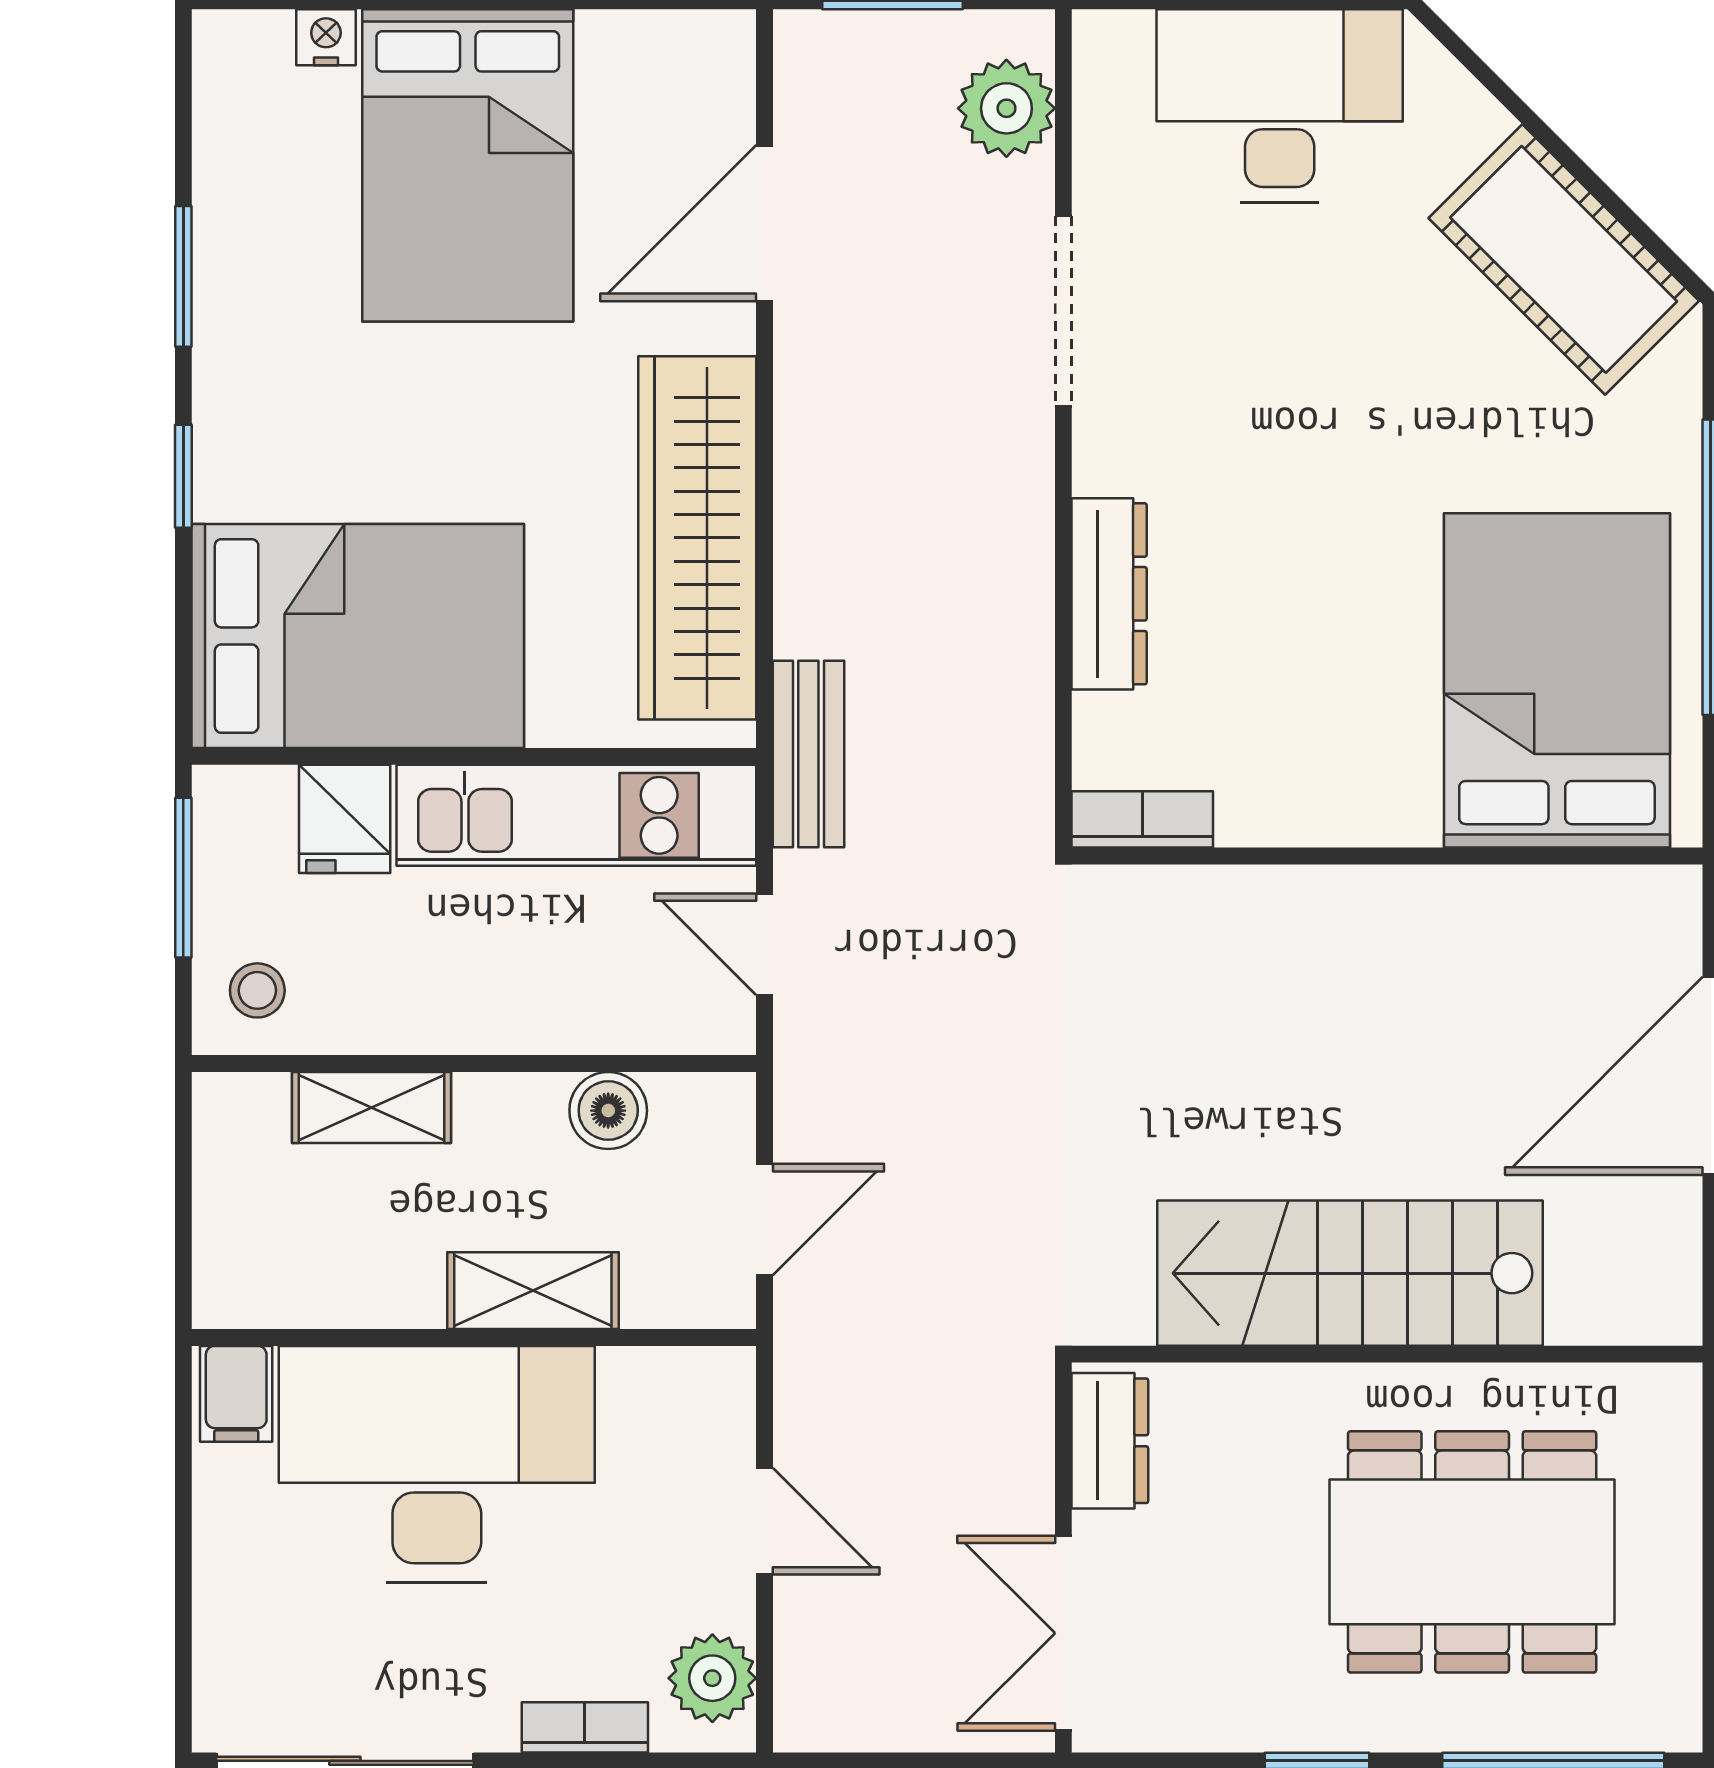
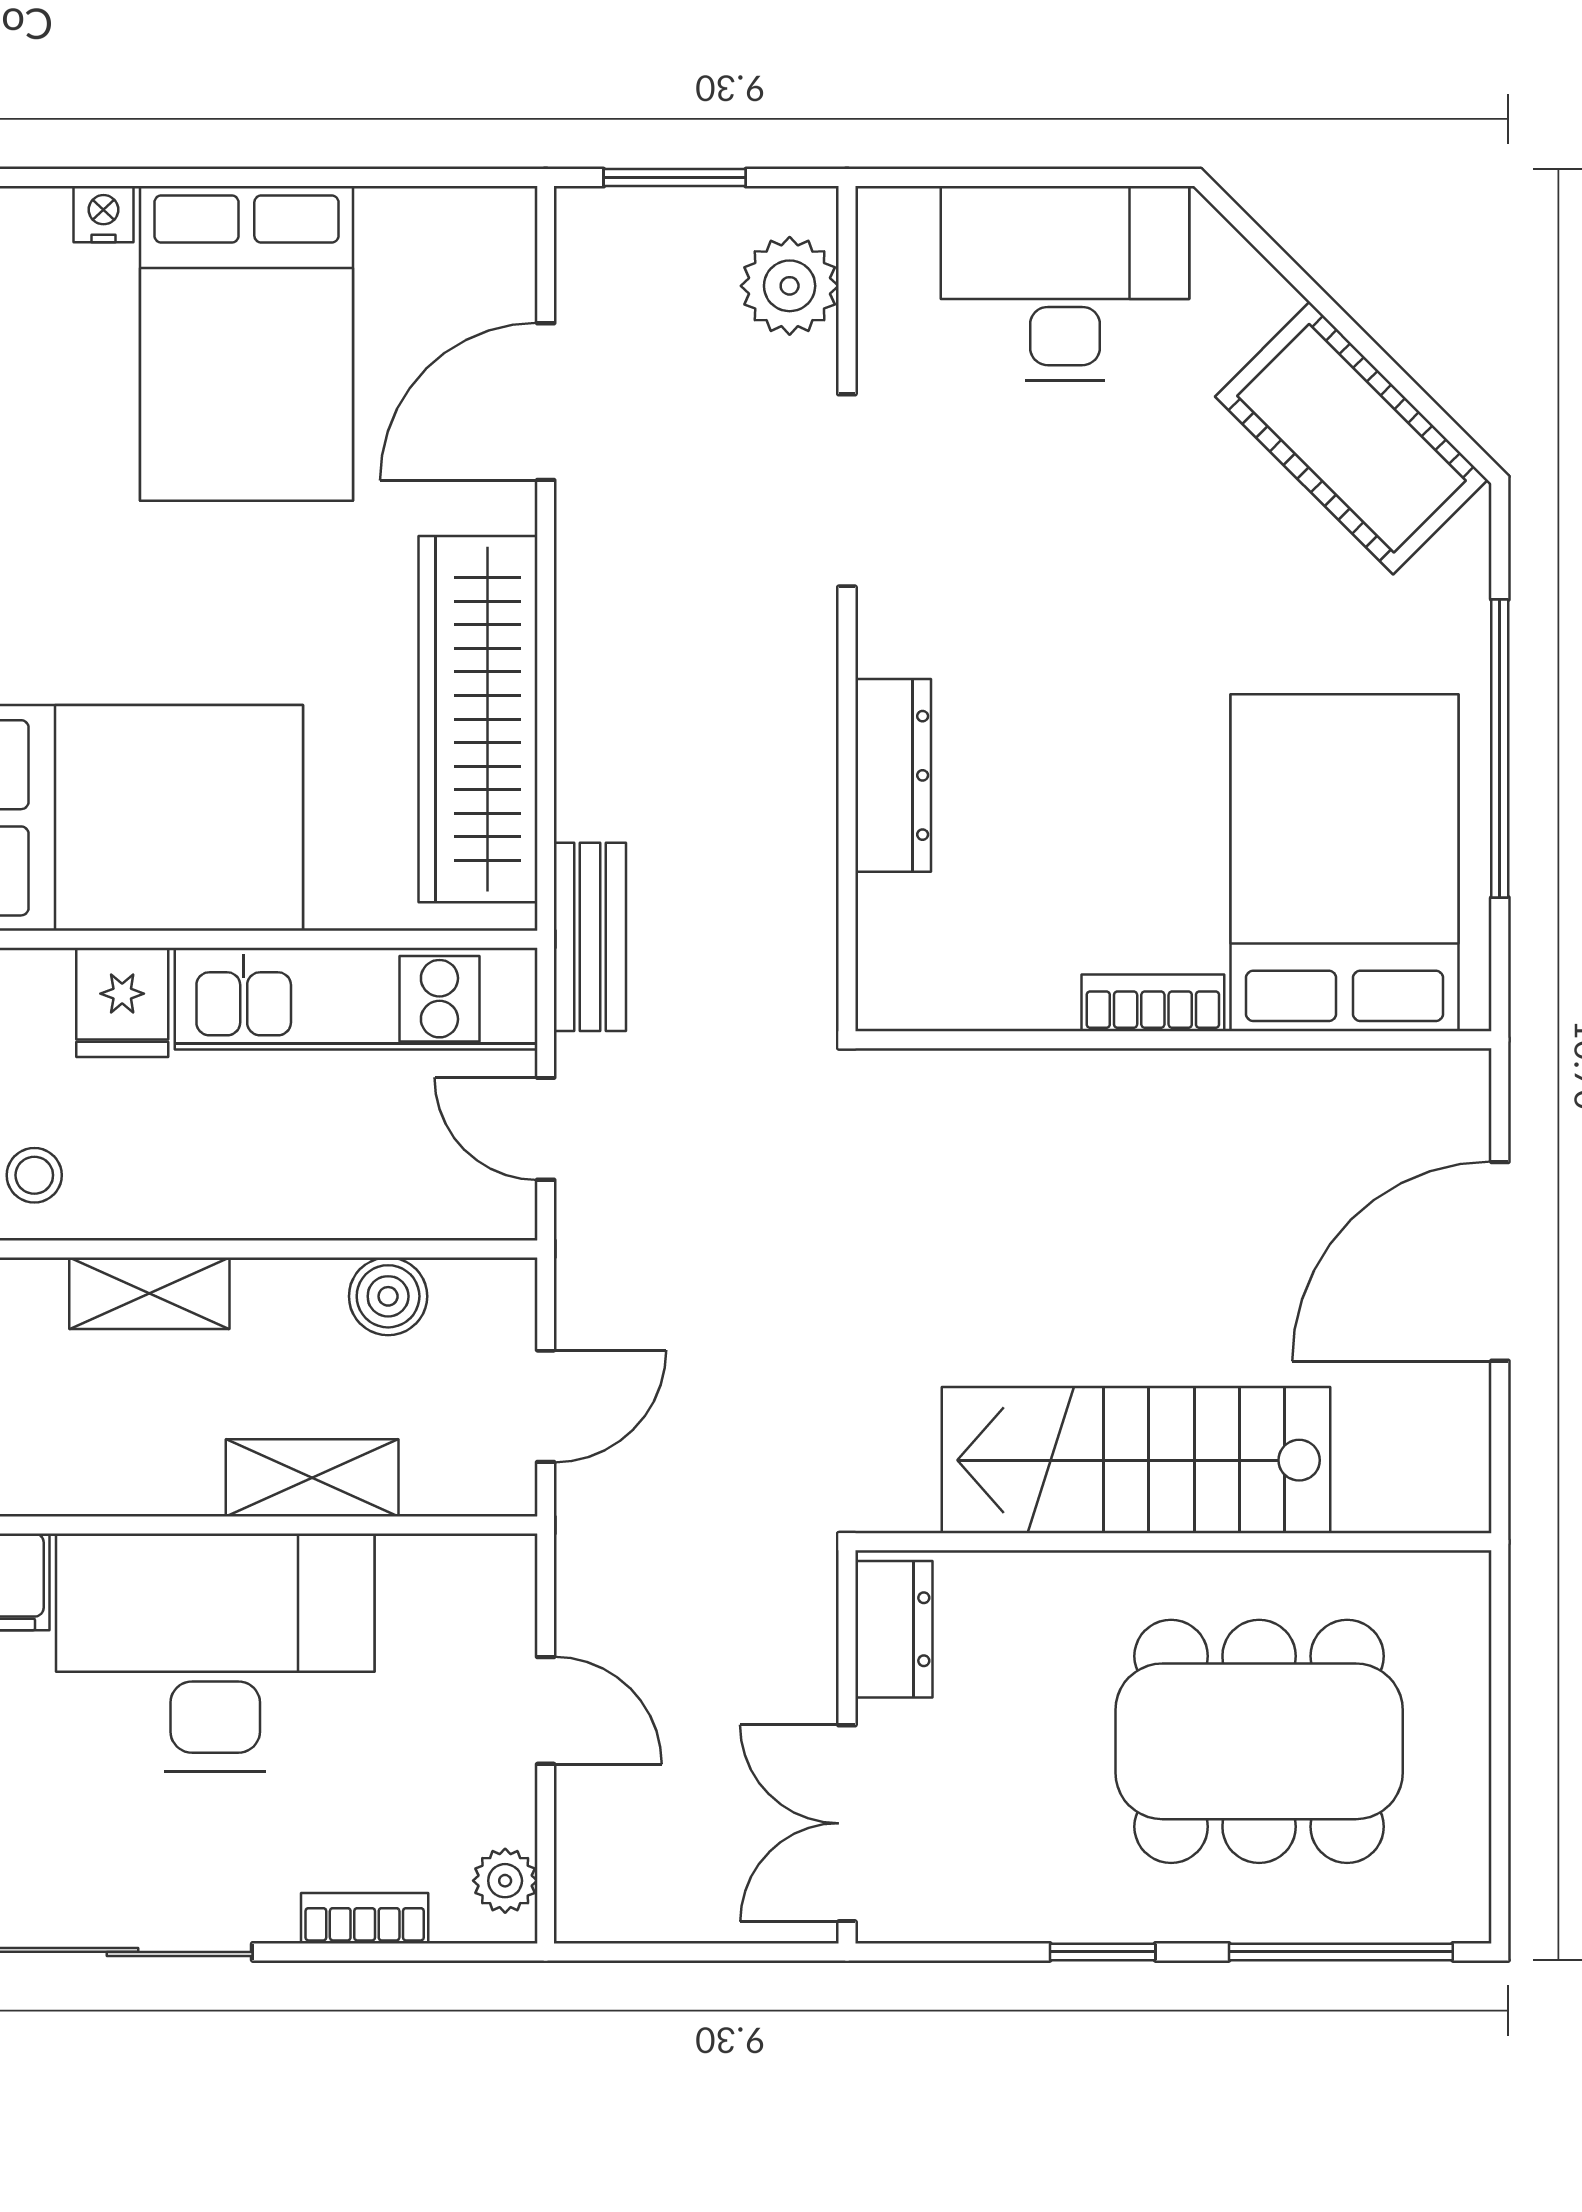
bookcase: (1142, 819) -> (1153, 1003), moved
plant: (712, 1678) -> (505, 1881), width x0.73, depth x0.73

